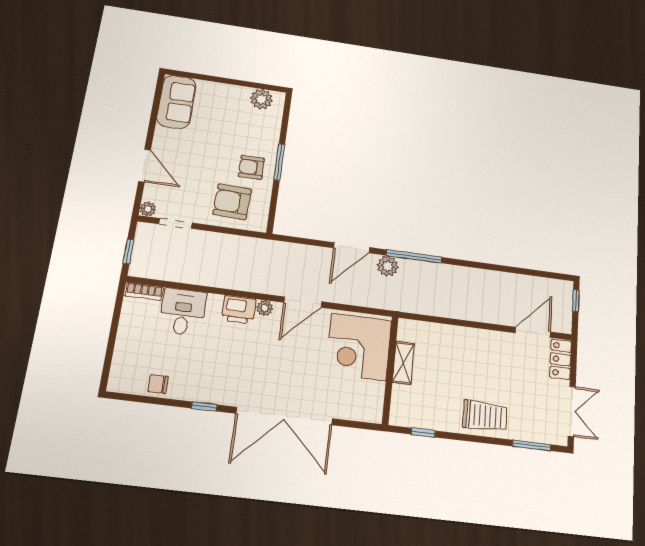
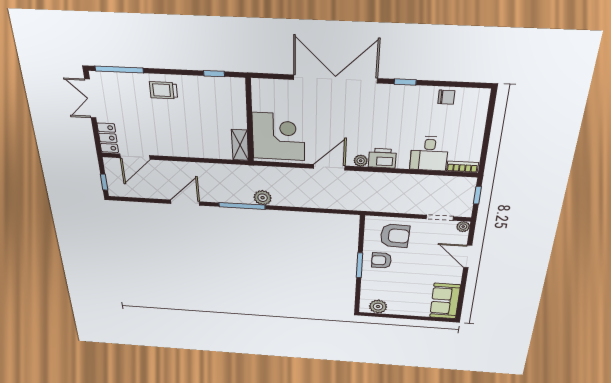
armchair: (251, 167) -> (381, 260), turned 180
door: (352, 248) -> (185, 203), moved
shelving: (403, 363) -> (240, 145), moved
trolley: (485, 416) -> (163, 90), width x0.73, depth x0.72
window: (532, 445) -> (119, 69), width x1.44

